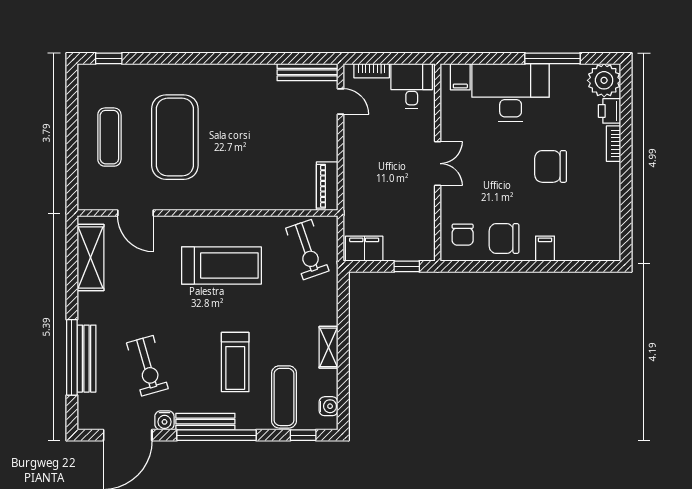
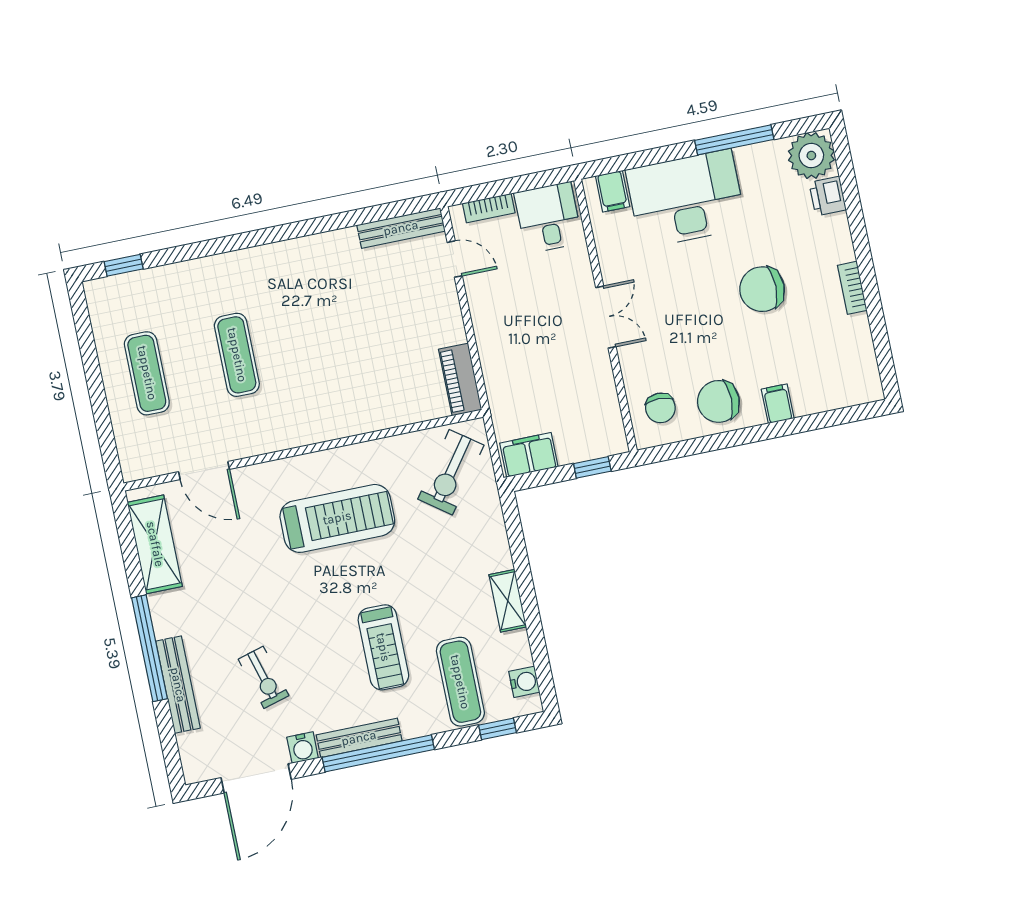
exercise mat: (175, 137) -> (237, 355), width x0.50, depth x0.69
bookcase: (614, 144) -> (852, 288), moved
exercise bike: (307, 250) -> (451, 472), turned 55
window: (72, 357) -> (149, 648), moved
exercise bike: (147, 366) -> (264, 677), width x0.73, depth x0.72

